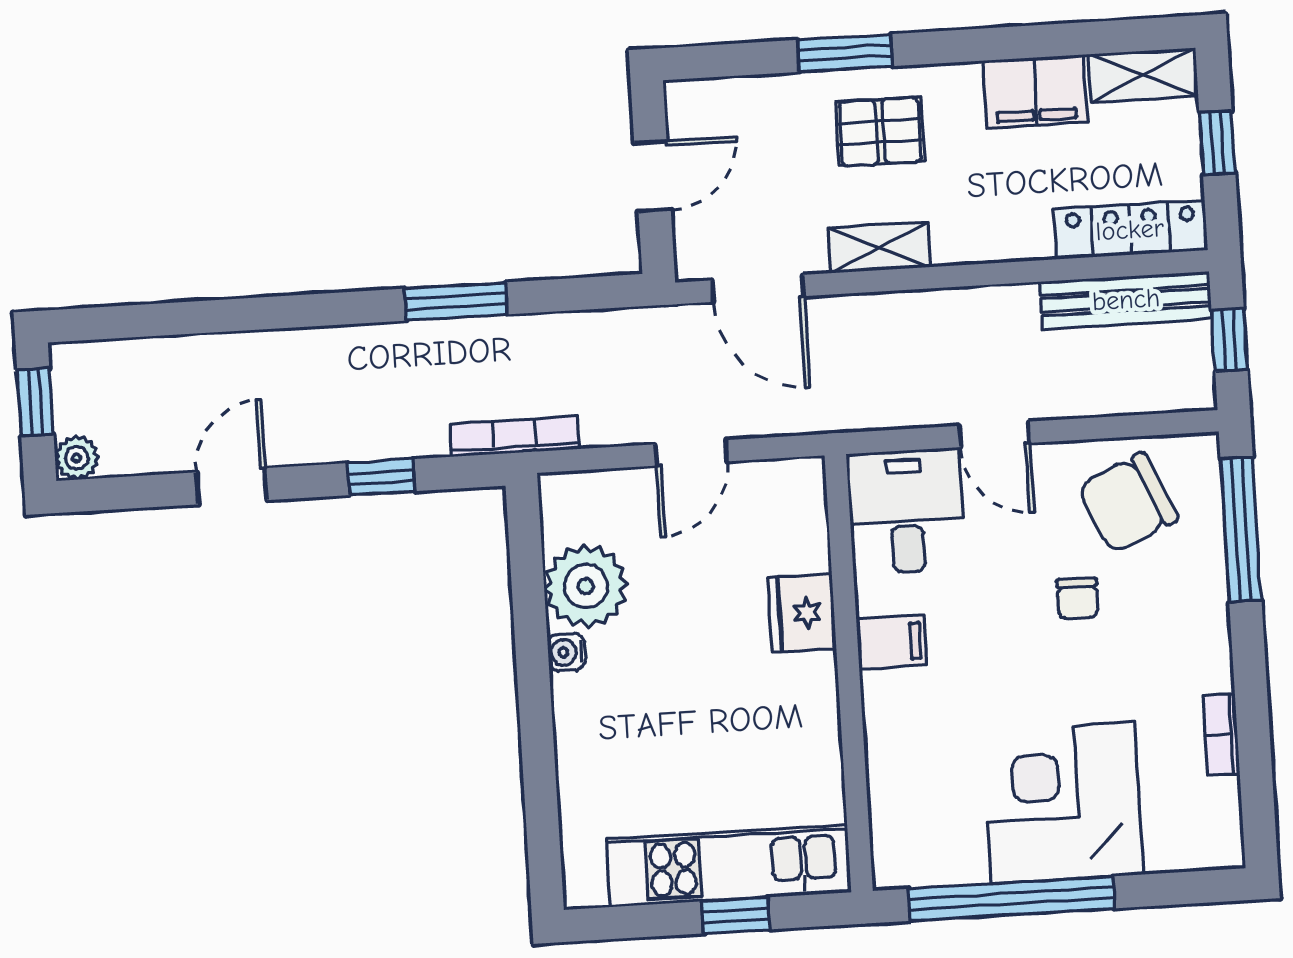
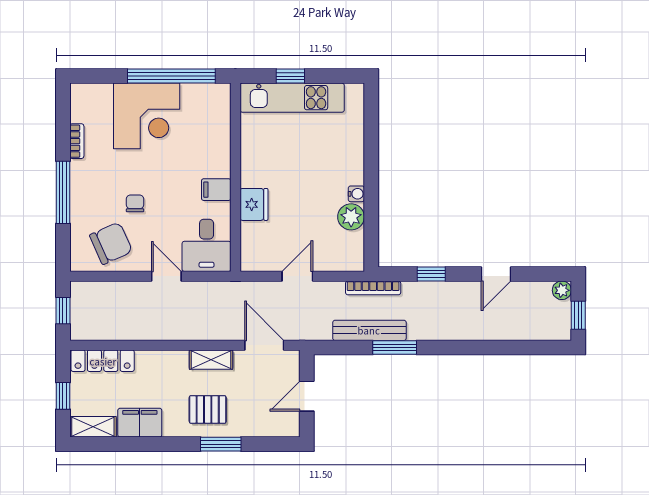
bench: (1126, 300) -> (369, 330), moved
window: (1241, 529) -> (63, 192), moved
plant: (586, 586) -> (351, 217), width x0.73, depth x0.73

